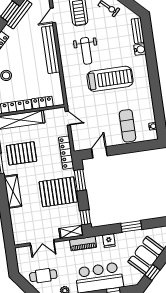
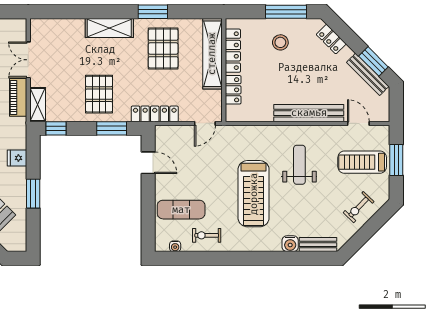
weight bench: (86, 51) -> (299, 165), turned 90
exercise bike: (142, 106) -> (207, 235), added
pallet: (58, 192) -> (99, 94), width x0.73, depth x0.71
piano: (83, 244) -> (18, 97), moved

